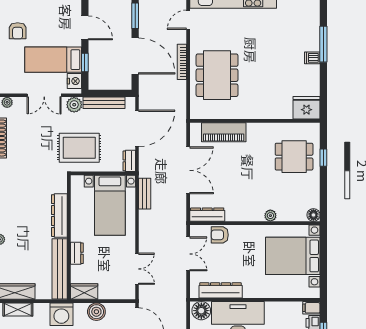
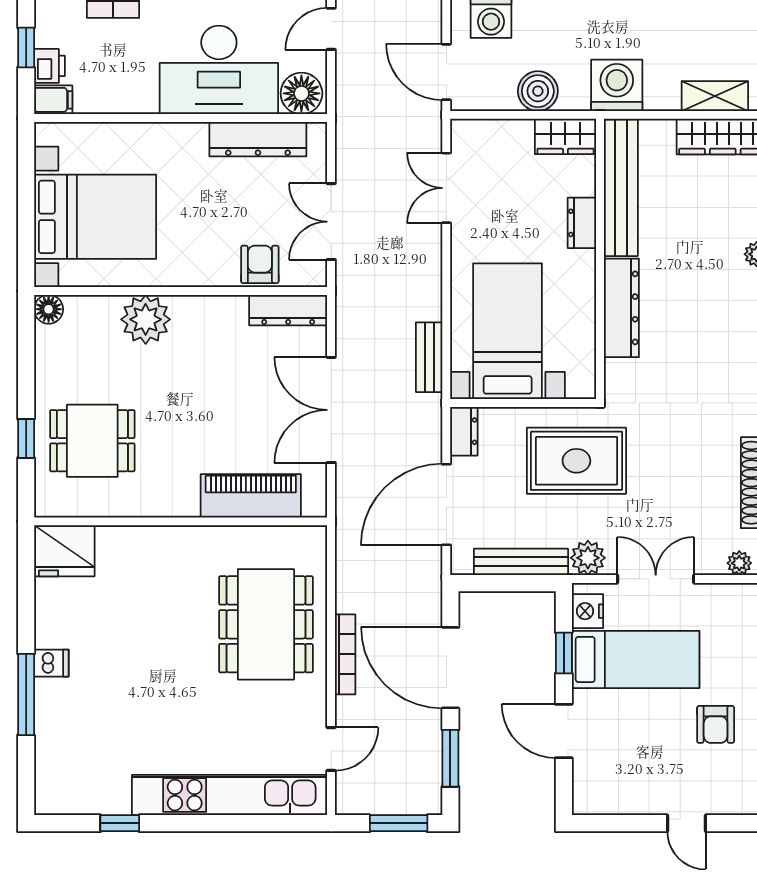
armchair: (18, 31) -> (716, 724), turned 180
plant: (270, 216) -> (146, 319), width x1.88, depth x1.88
armchair: (220, 235) -> (260, 264), turned -90

